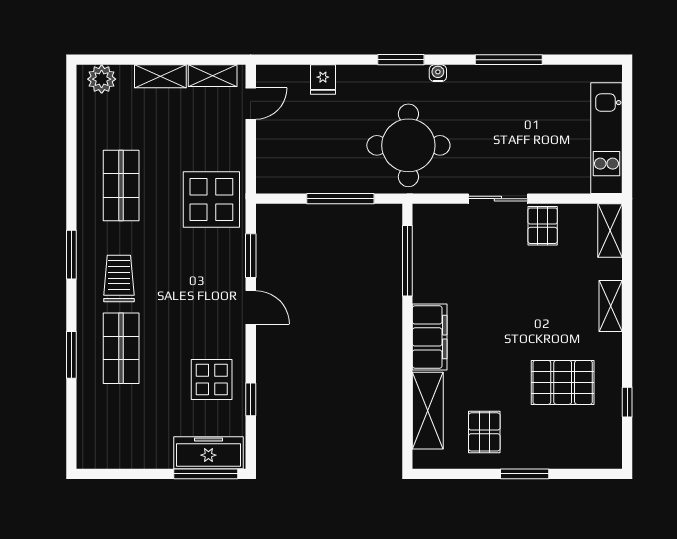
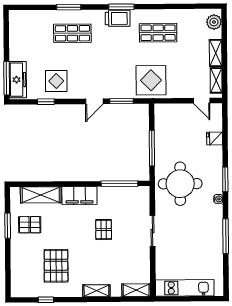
pallet: (543, 226) -> (104, 230), moved, turned 90
trolley: (119, 279) -> (118, 18), moved
window: (525, 474) -> (8, 226), moved

